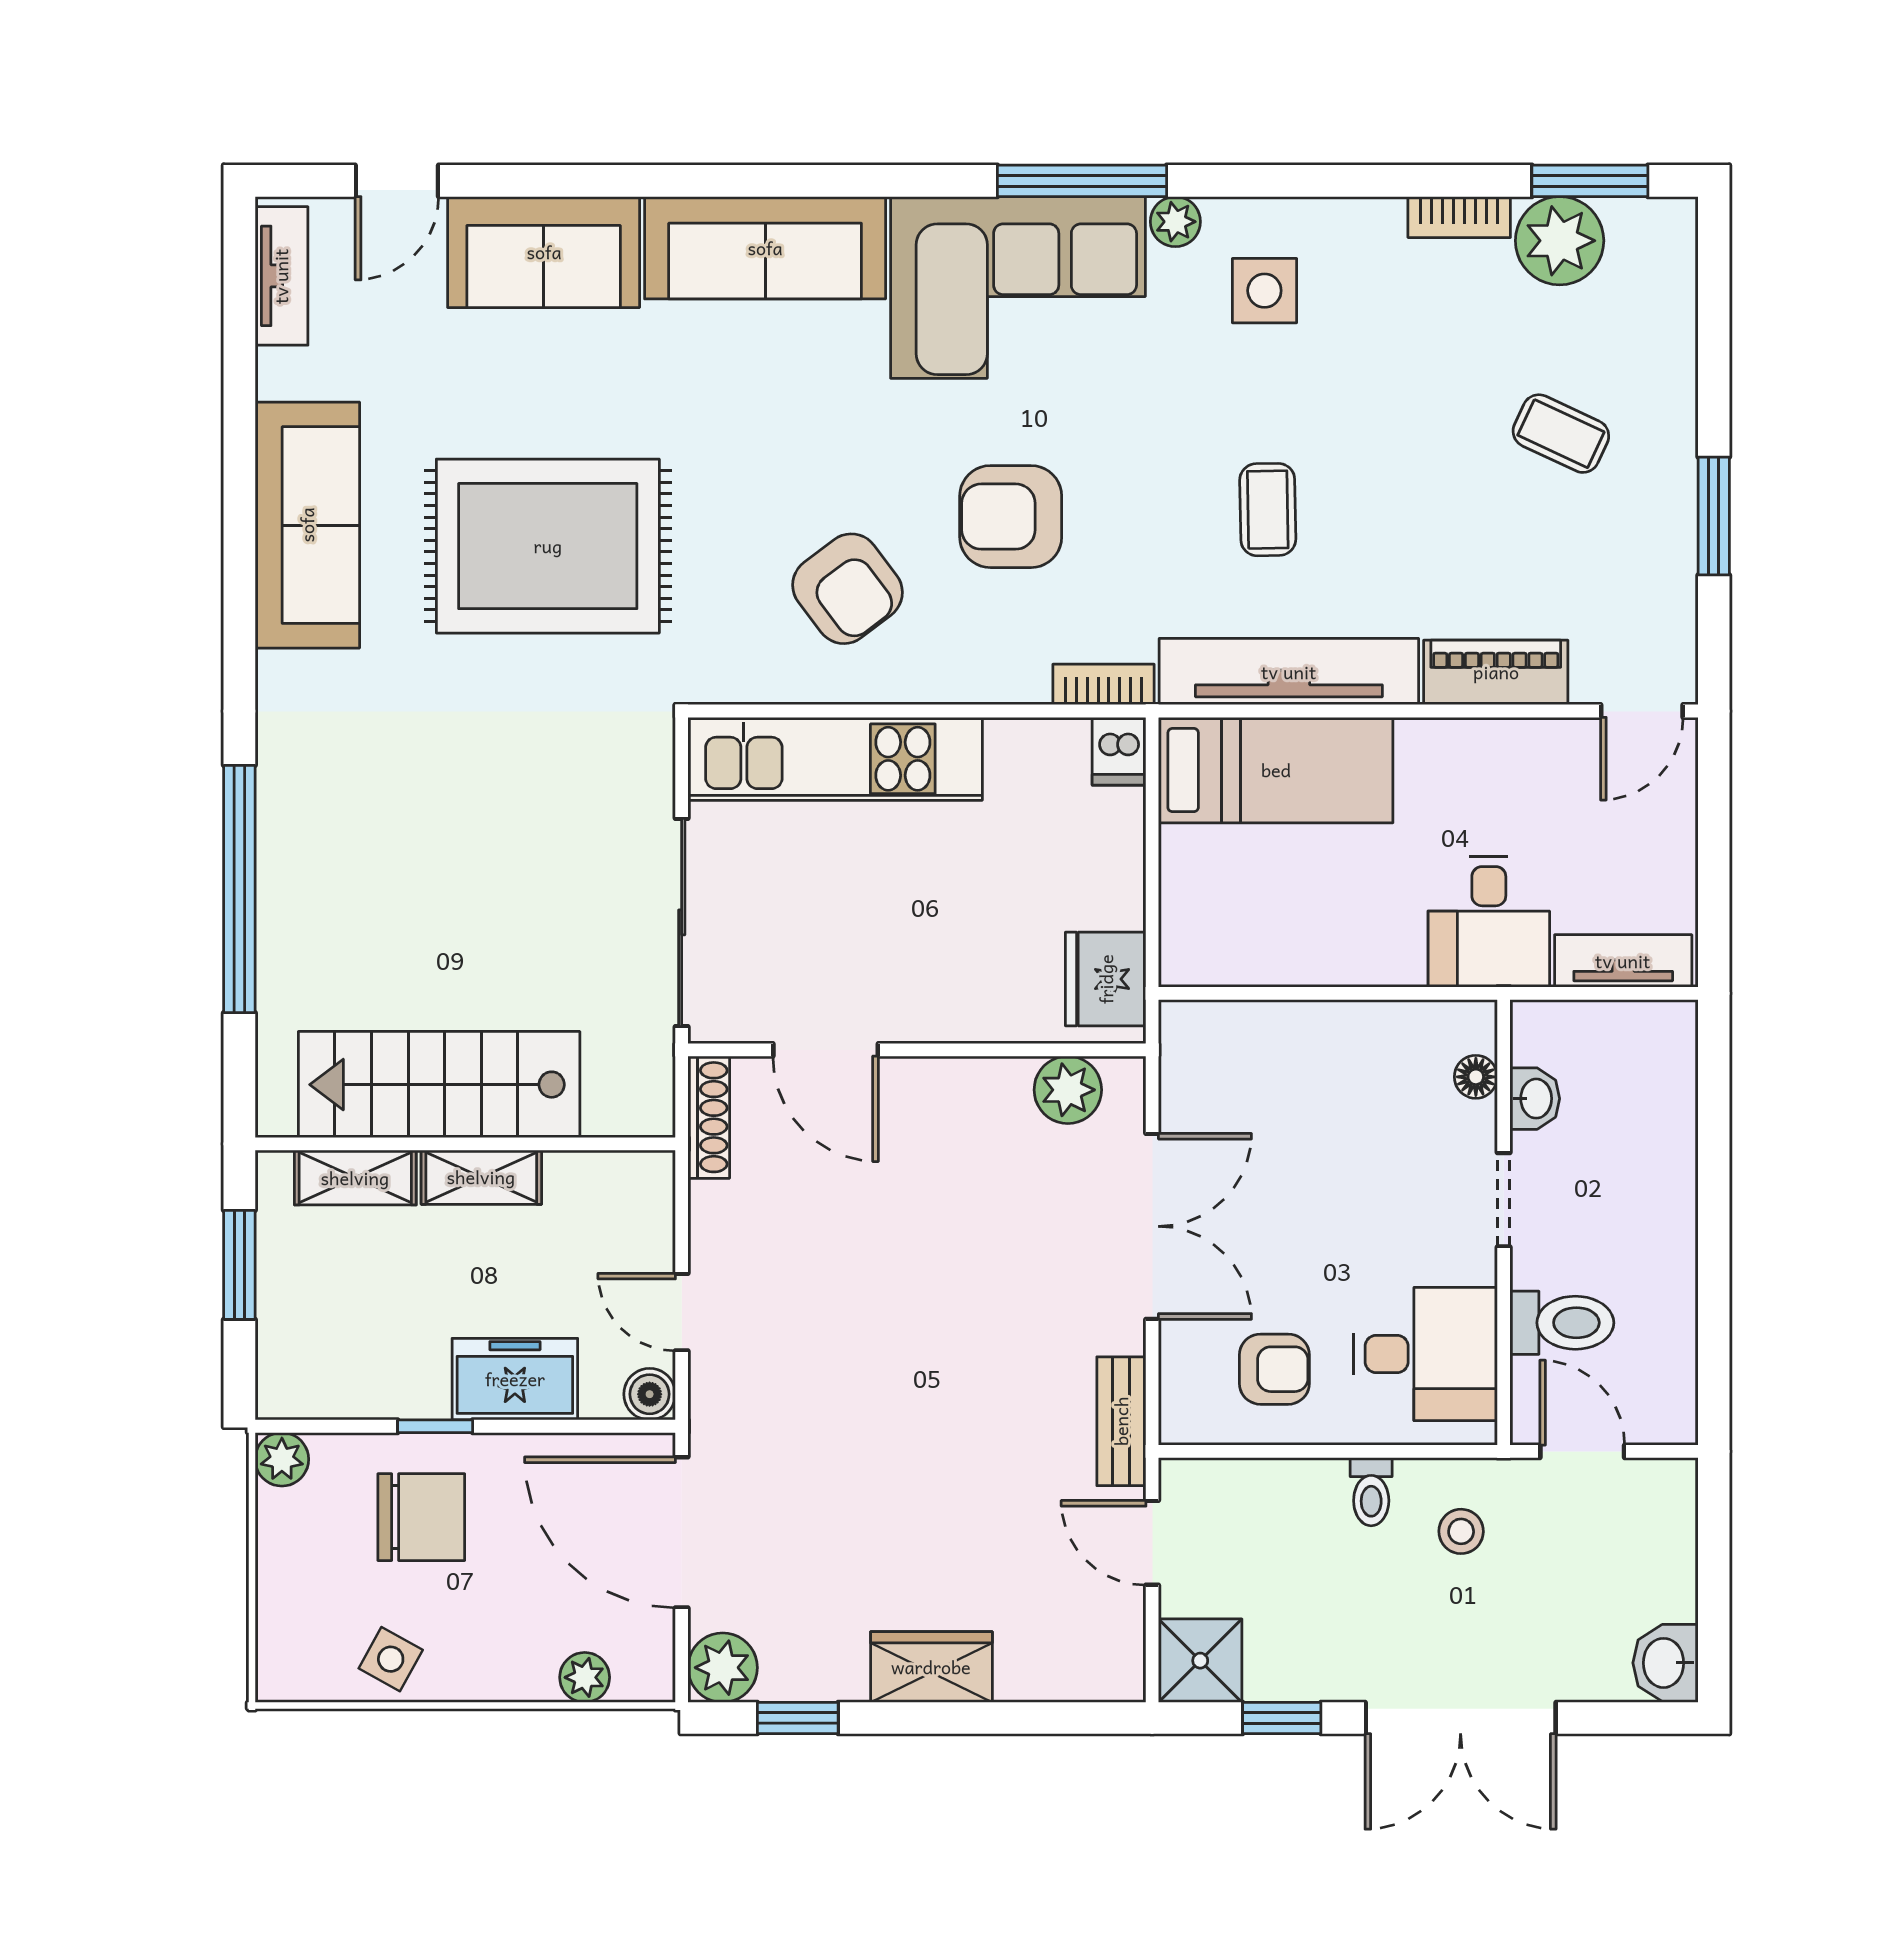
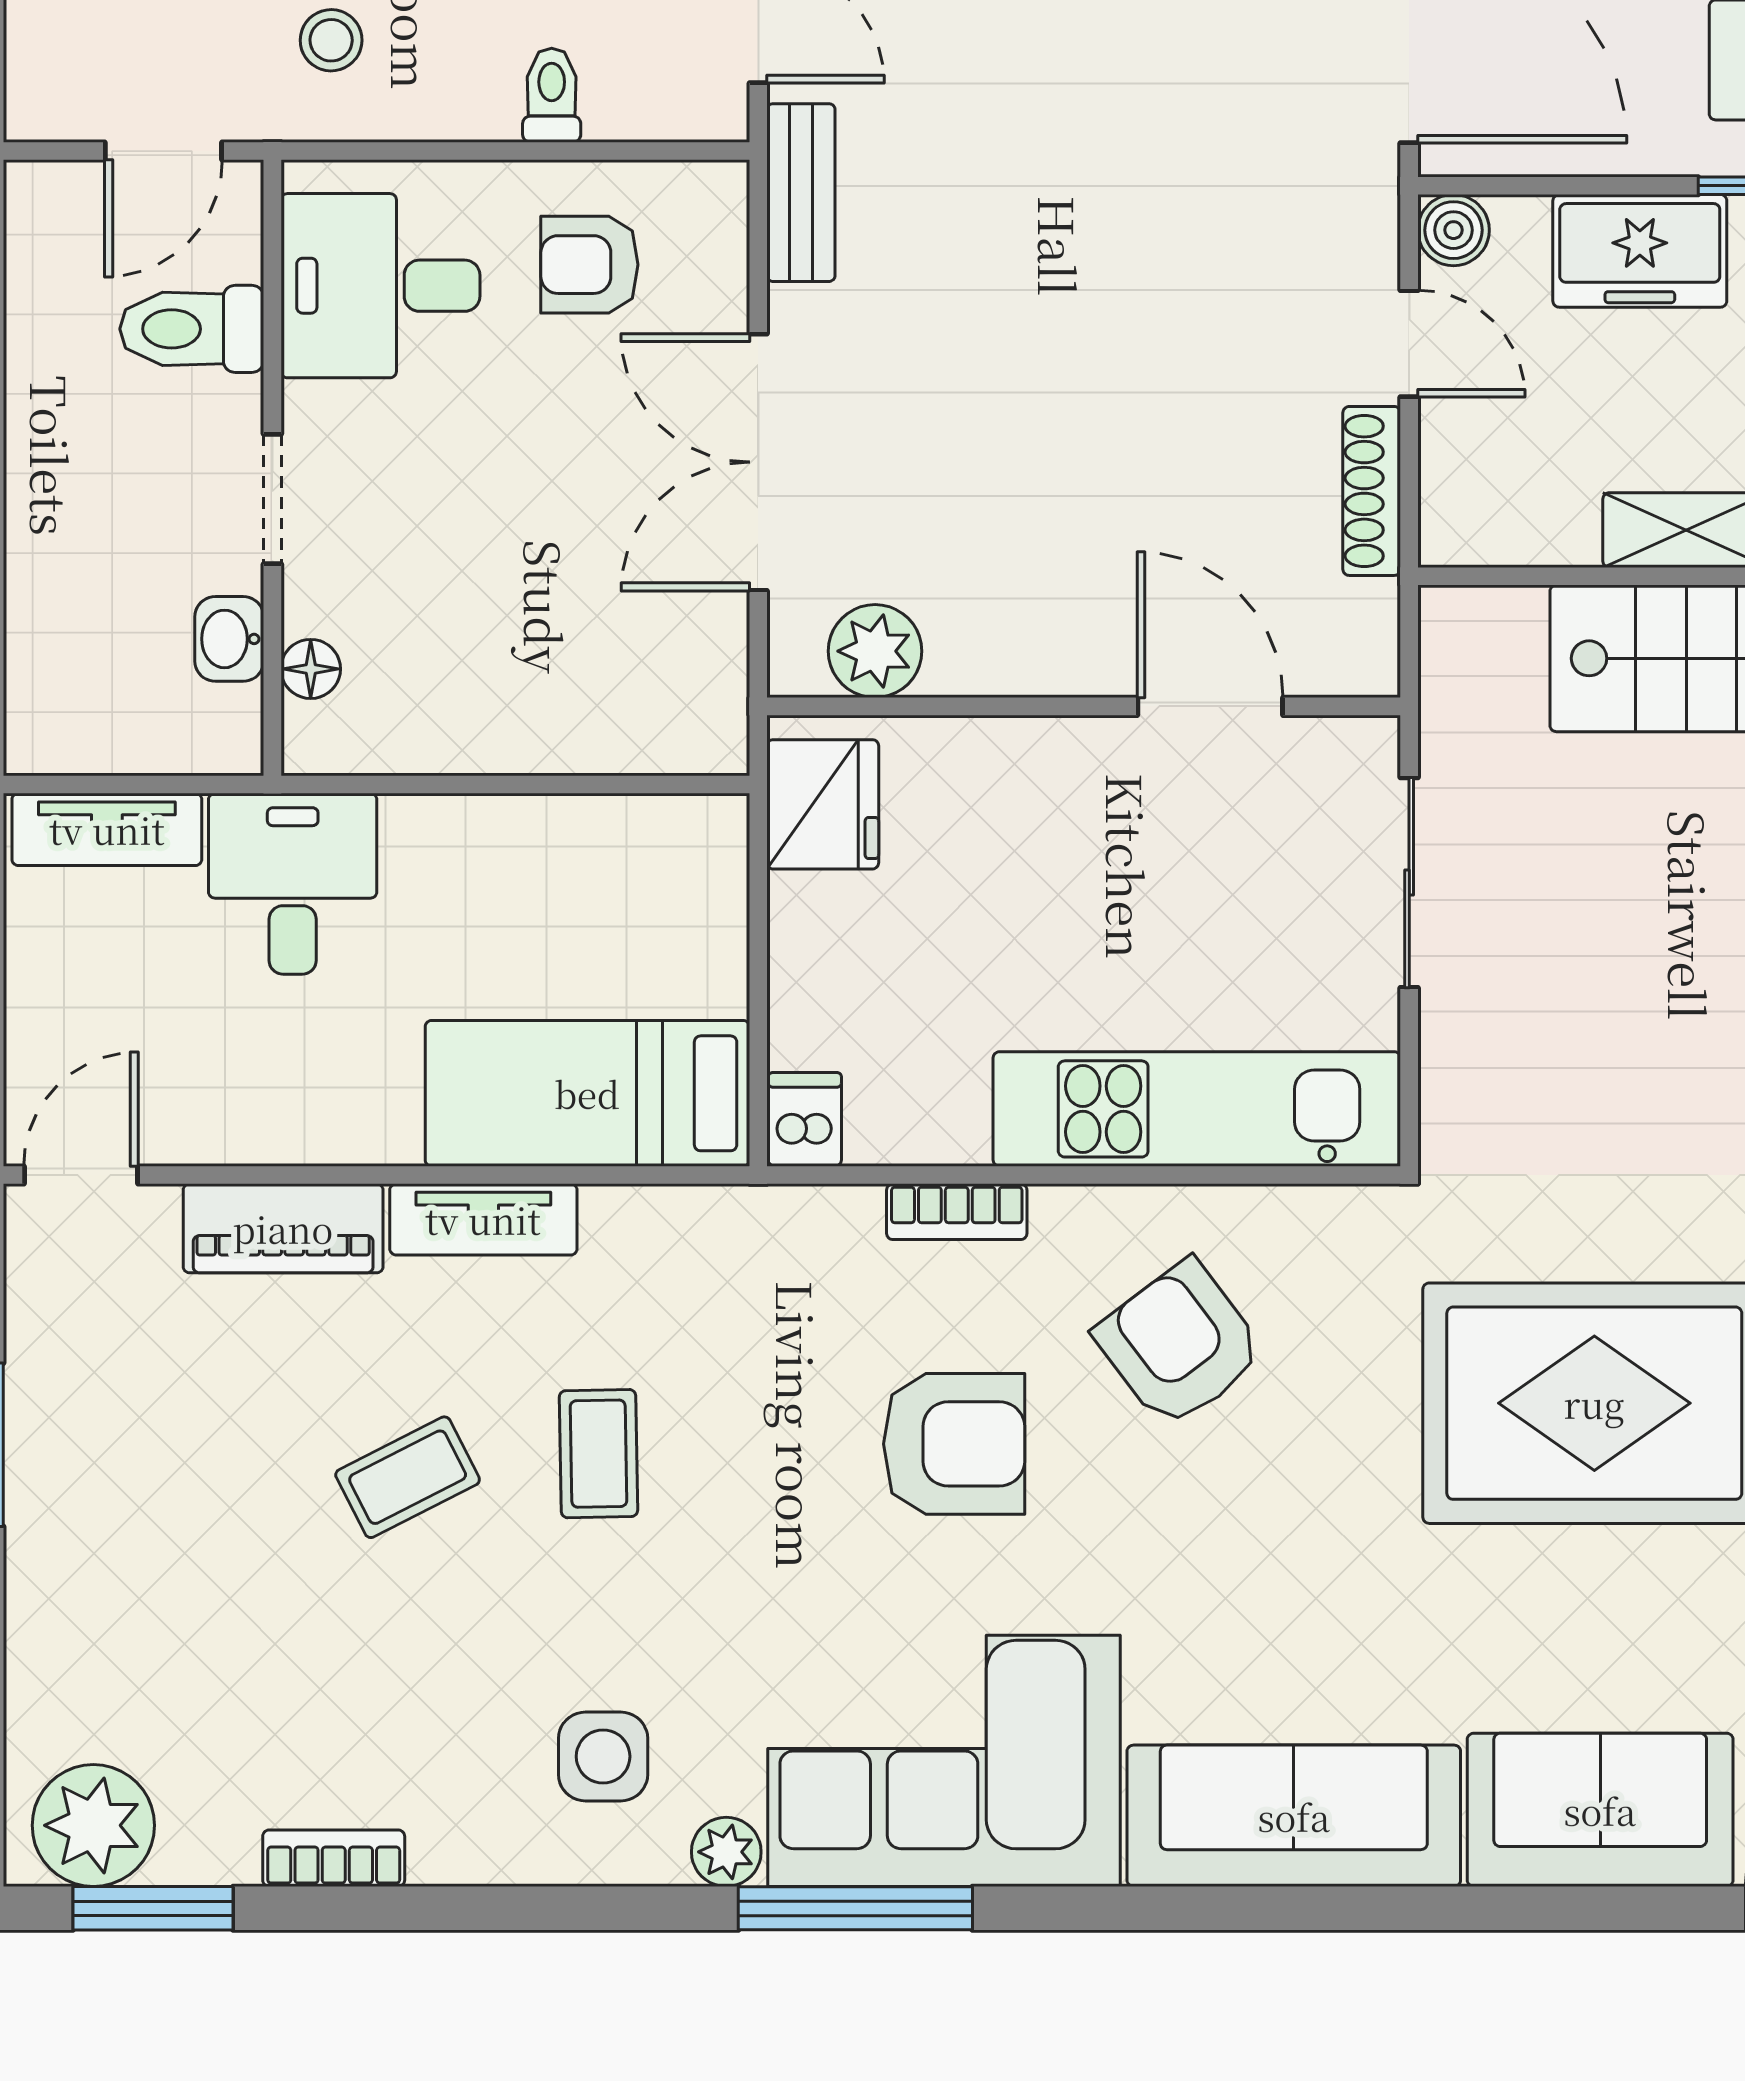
plant: (1560, 241) -> (93, 1825), moved
coffee table: (1561, 434) -> (408, 1477), moved, turned -52
tv unit: (1289, 672) -> (483, 1219), width x0.52, depth x0.78
bookcase: (1104, 684) -> (957, 1212), moved
sliding door: (682, 922) -> (1409, 883), width x0.73
shoe rack: (709, 1117) -> (1372, 491), moved
door: (1582, 1451) -> (163, 151), hinge flipped
toilet: (1371, 1492) -> (552, 95), moved

